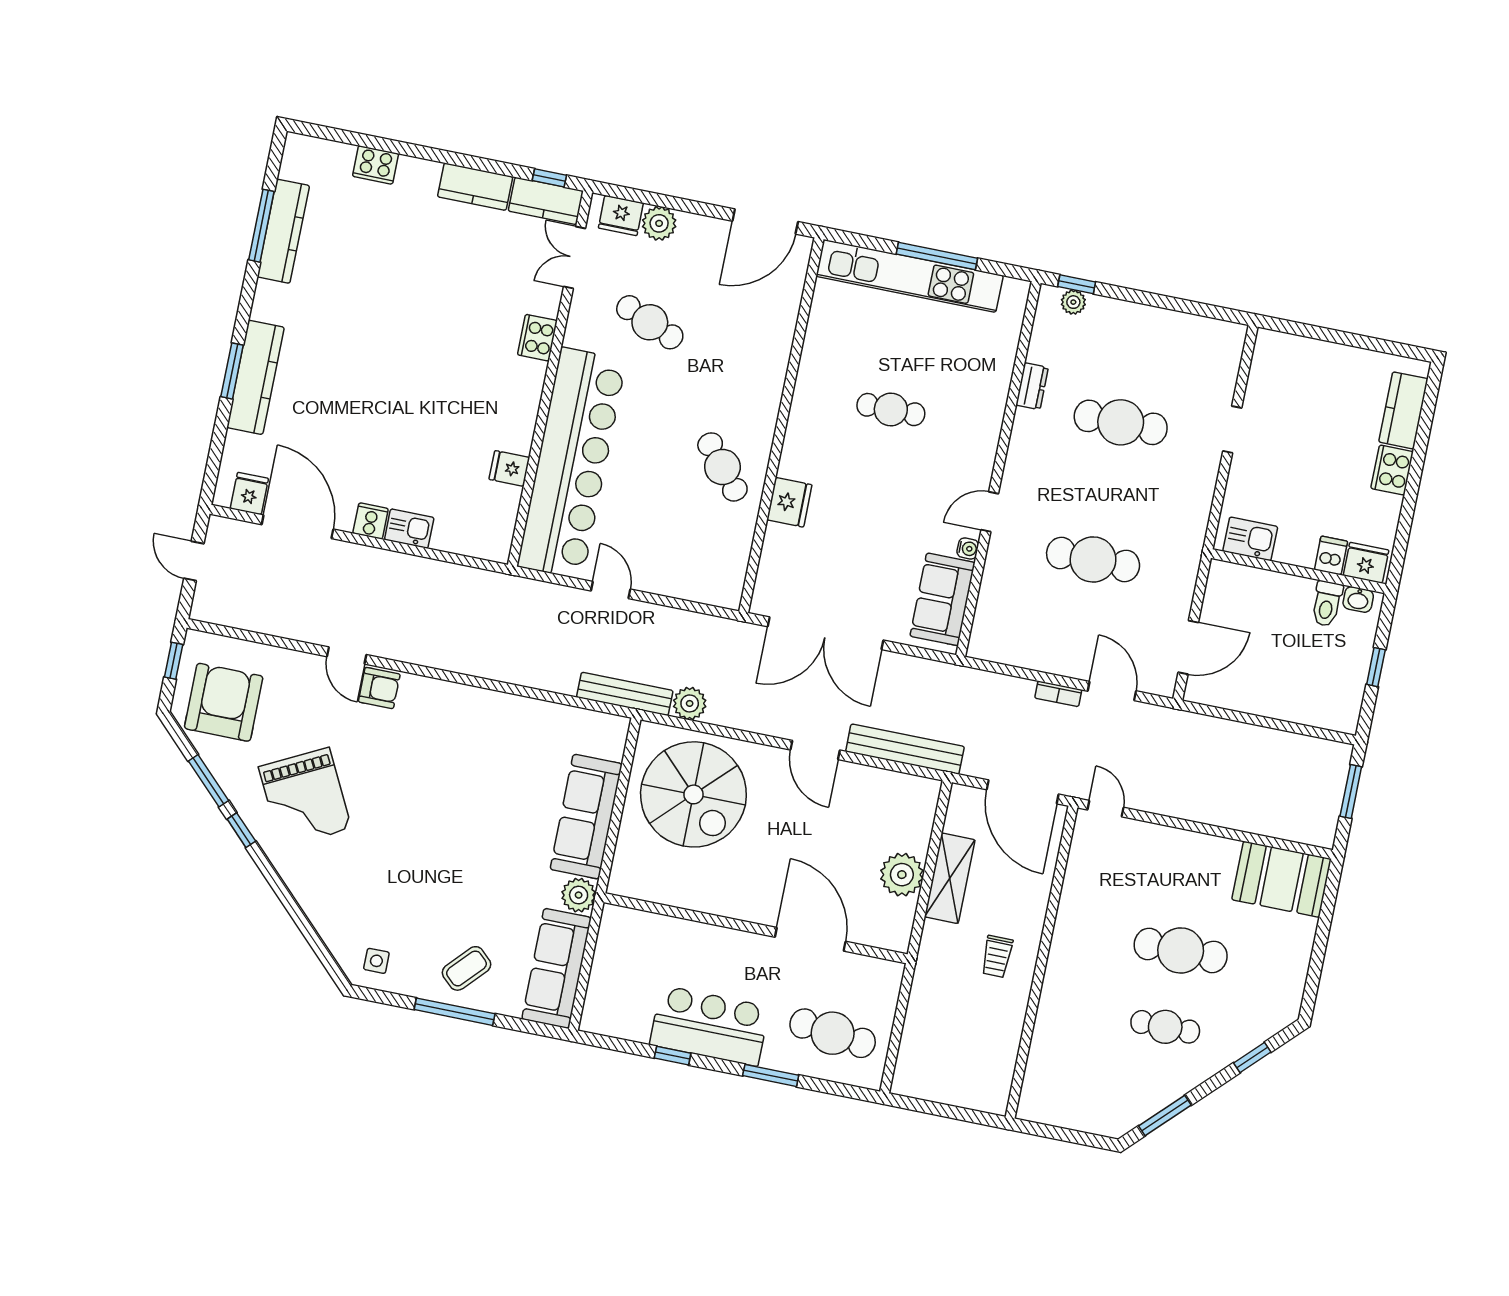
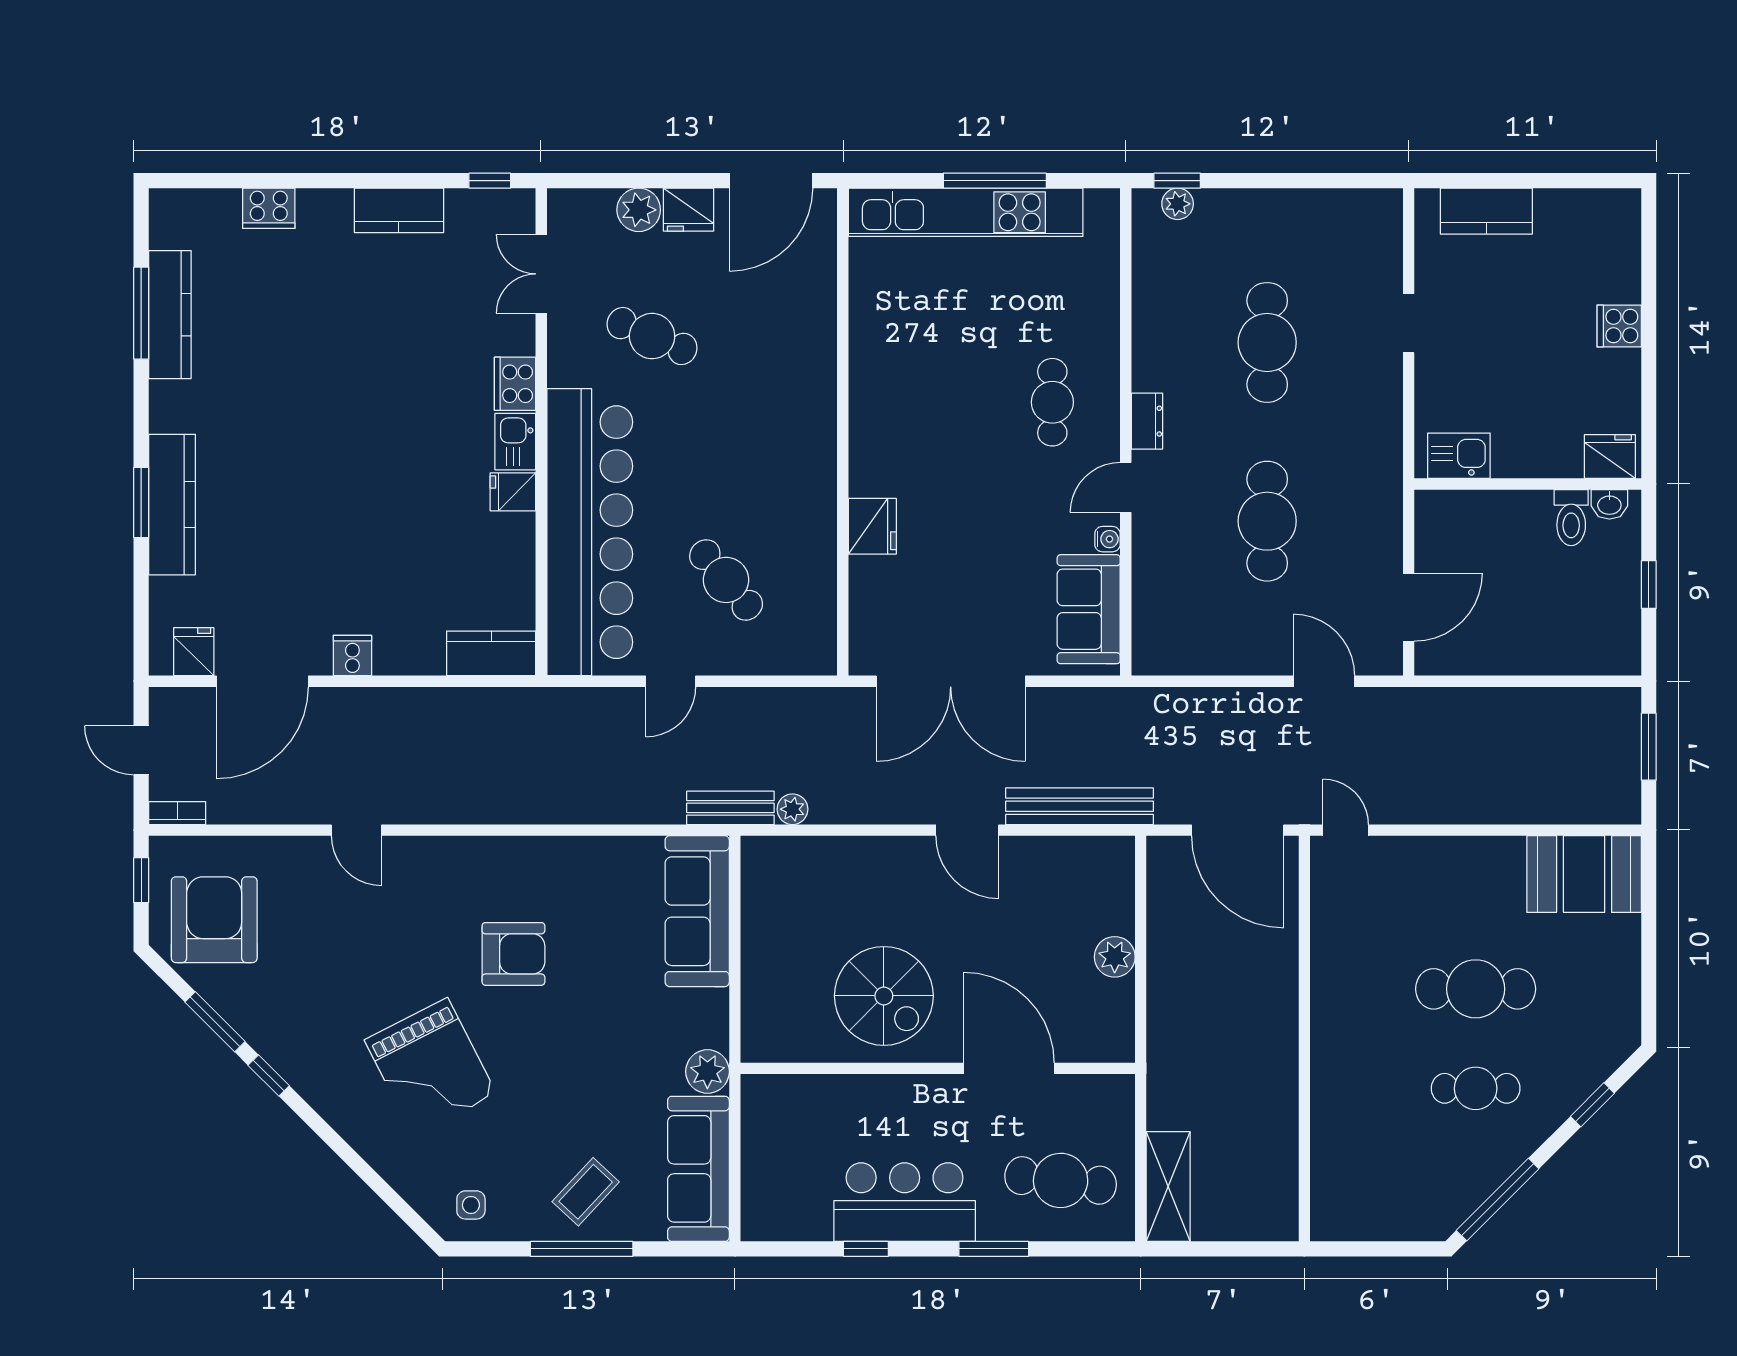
kitchen counter: (546, 201) -> (491, 653), moved, turned 180
fridge: (621, 216) -> (689, 210), moved
dresser: (1032, 386) -> (1147, 421), moved
cafe table: (891, 410) -> (1052, 402), moved, turned 90
kitchen counter: (1403, 410) -> (1486, 211), moved, turned -90
cafe table: (1121, 422) -> (1267, 342), turned 90
cafe table: (722, 467) -> (726, 580), moved
fridge: (509, 468) -> (513, 492), moved
cooker: (1392, 470) -> (1619, 326), width x0.73
door: (297, 527) -> (262, 681), swing flipped
kitchen sink: (409, 529) -> (515, 442), moved, turned -90
dishwasher: (1331, 556) -> (1564, 456), removed
cafe table: (1093, 559) -> (1267, 521), turned 90
door: (611, 590) -> (671, 681), swing flipped
armchair: (379, 688) -> (513, 954), moved, width x1.38, depth x1.38
bench: (625, 694) -> (730, 808), width x0.73
bookcase: (1058, 694) -> (177, 813), moved, turned 180
plant: (690, 703) -> (792, 809), width x0.73, depth x0.73
spiral stairs: (693, 794) -> (884, 996), moved, width x0.73, depth x0.73
grand piano: (305, 798) -> (430, 1067), moved
sofa: (586, 817) -> (697, 911), moved
plant: (902, 875) -> (1115, 957), width x0.73, depth x0.73
shelving: (950, 878) -> (1168, 1187), moved
trolley: (997, 956) -> (1247, 1043), removed
window: (1165, 1116) -> (1498, 1200), width x1.44

